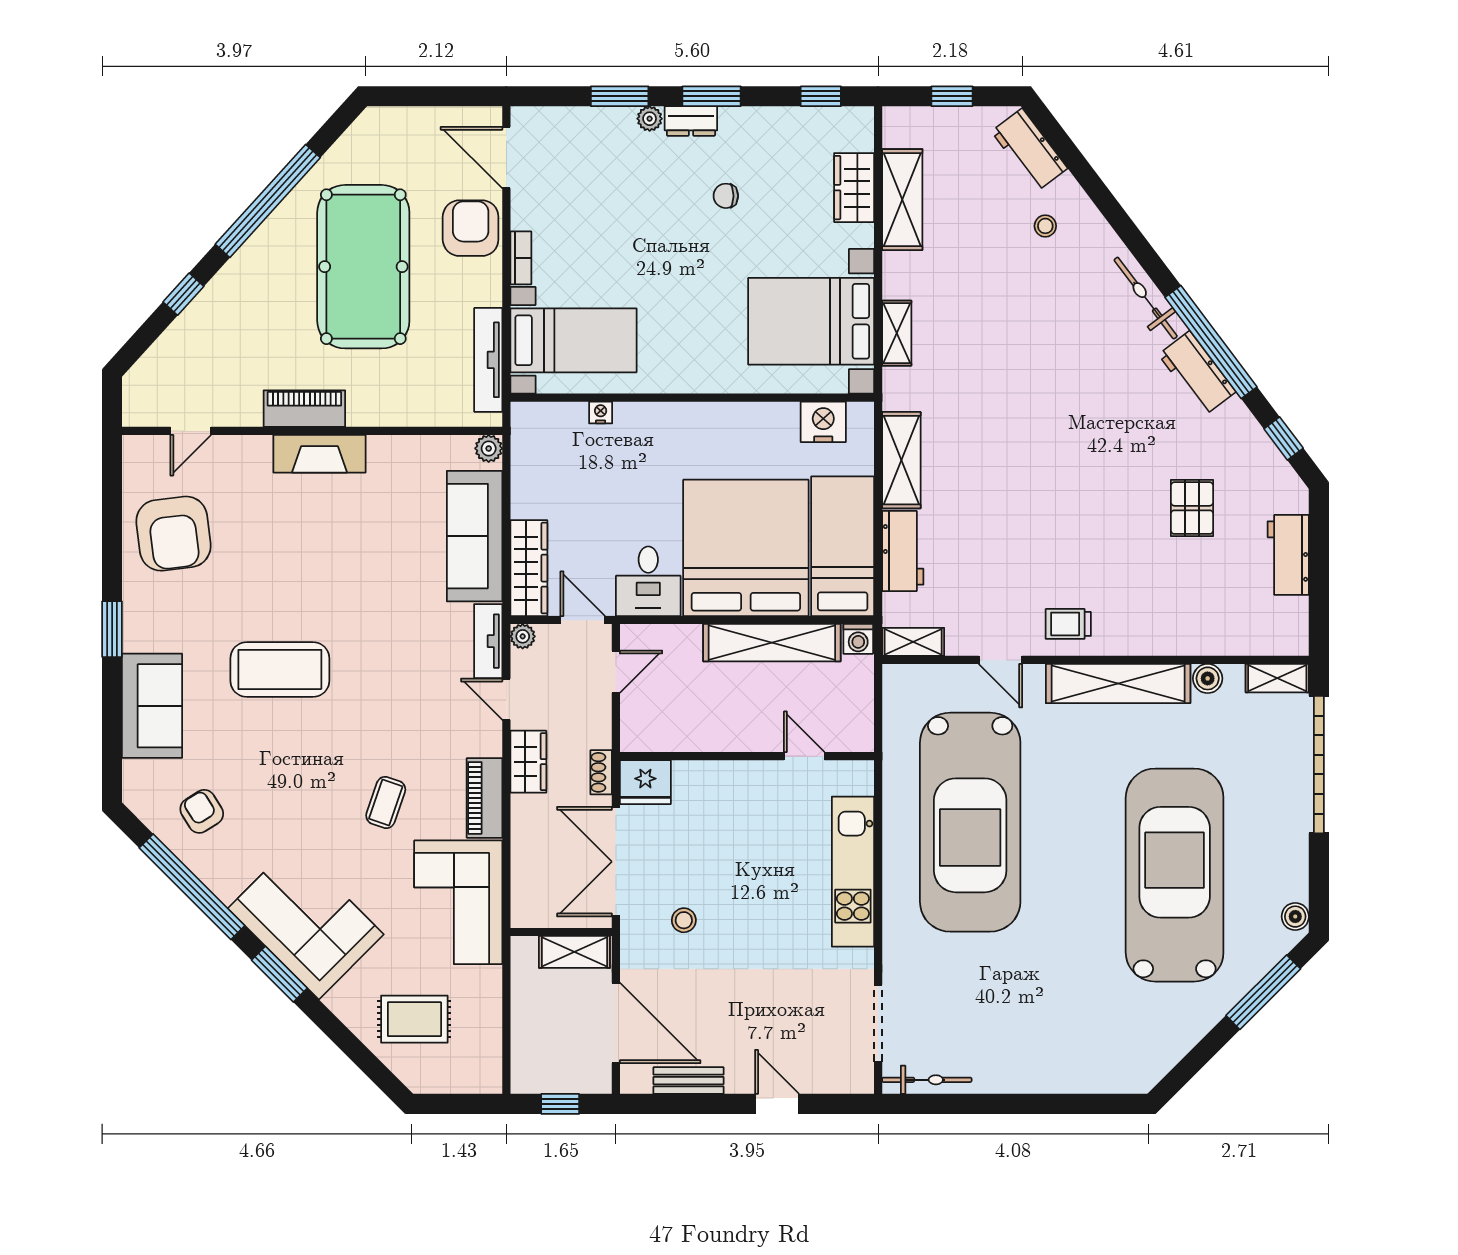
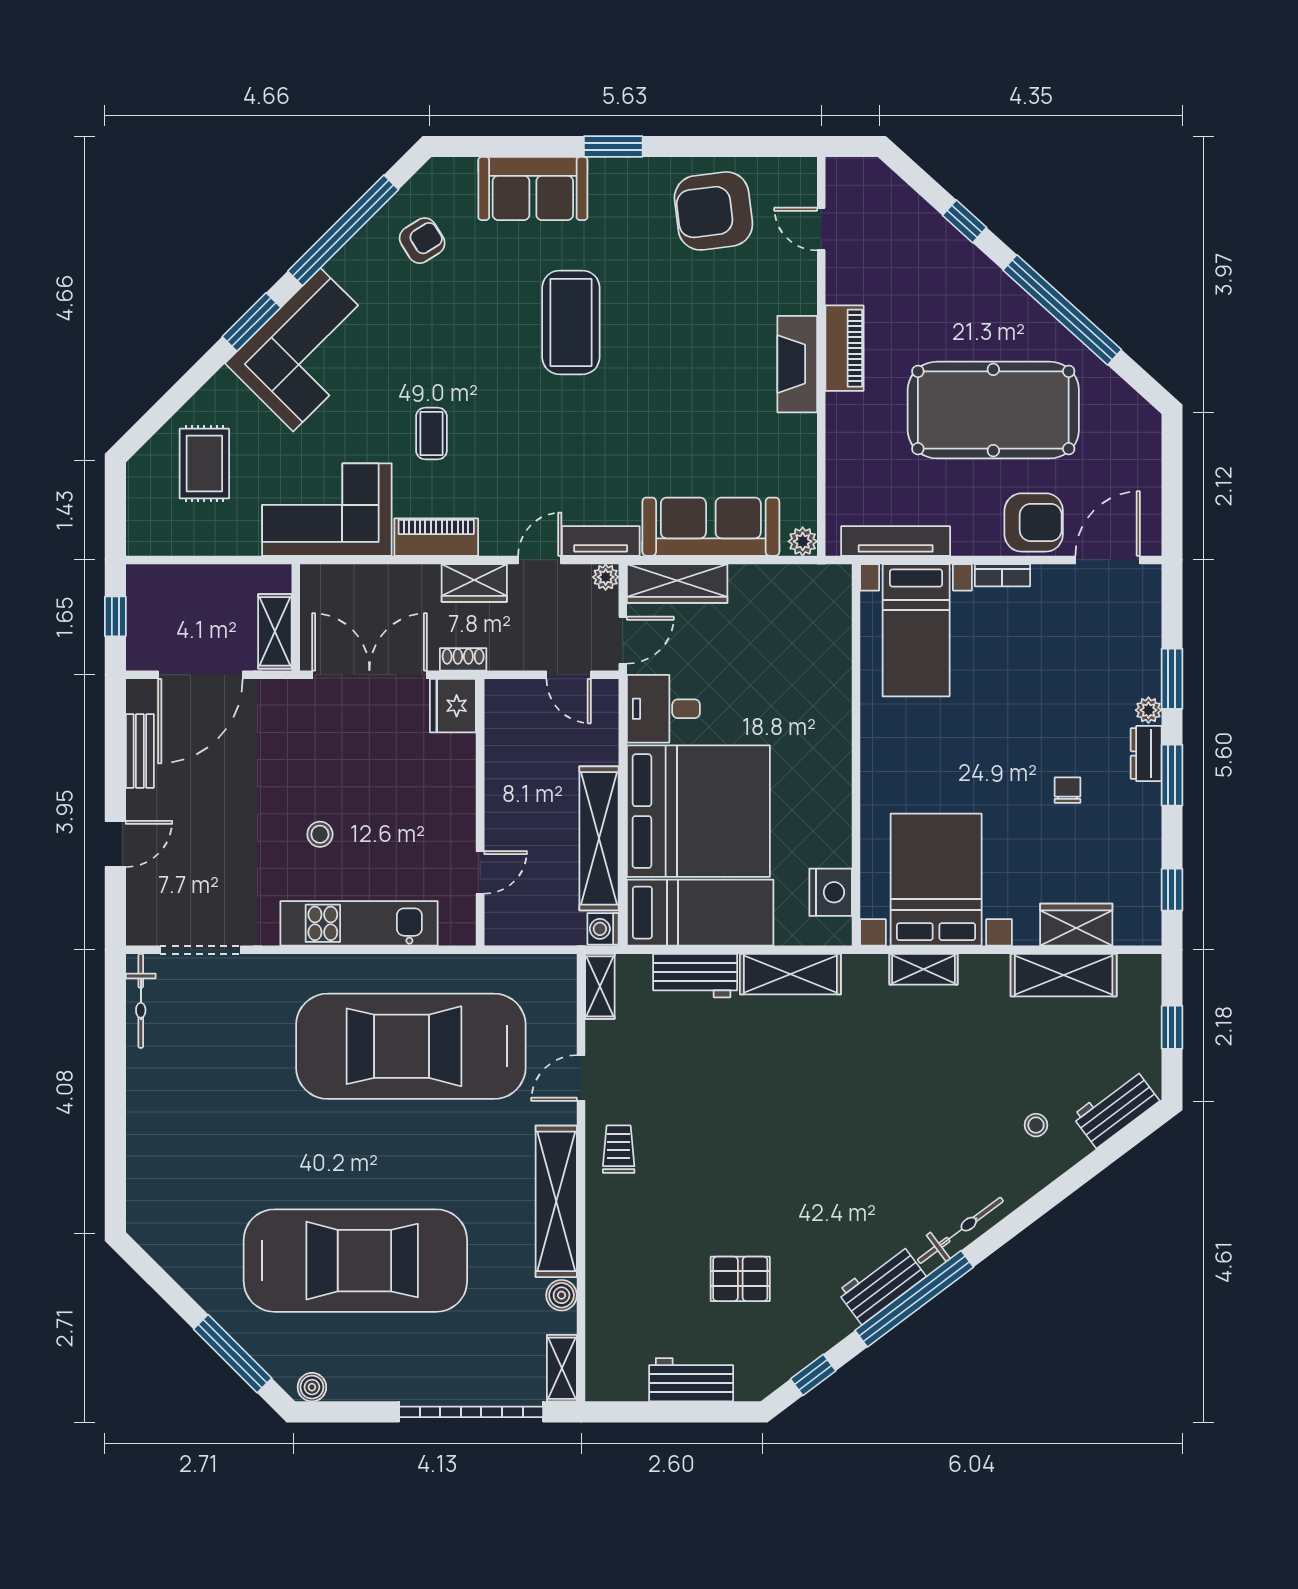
nightstand: (601, 413) -> (840, 659), removed
coffee table: (386, 802) -> (431, 433), turned 71
stool: (684, 920) -> (320, 834), moved

